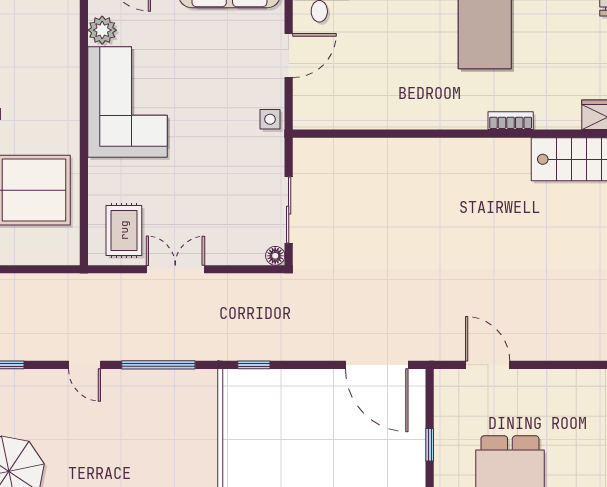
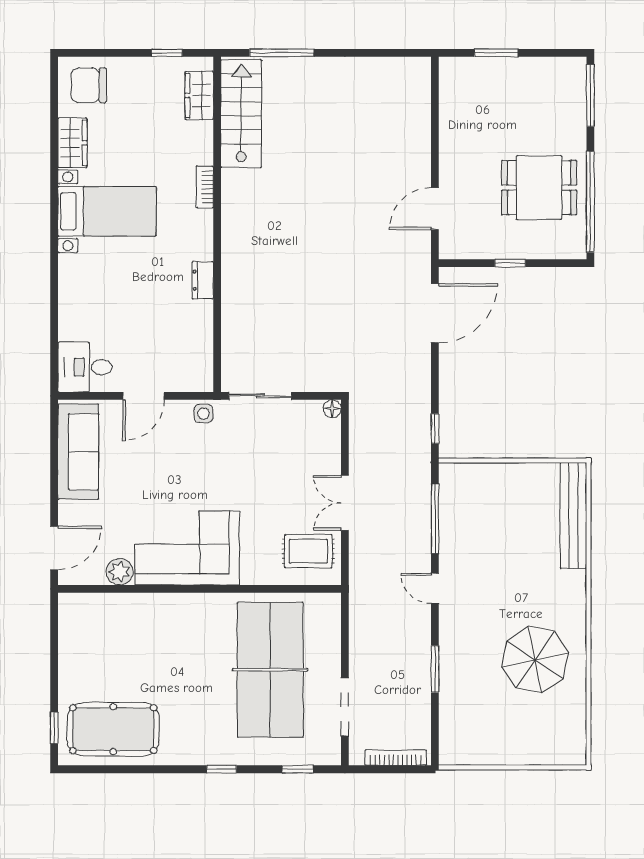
door: (289, 56) -> (144, 396), swing flipped
dresser: (412, 118) -> (203, 280), added
sliding door: (289, 210) -> (260, 396), moved
door: (84, 365) -> (435, 588), swing flipped

